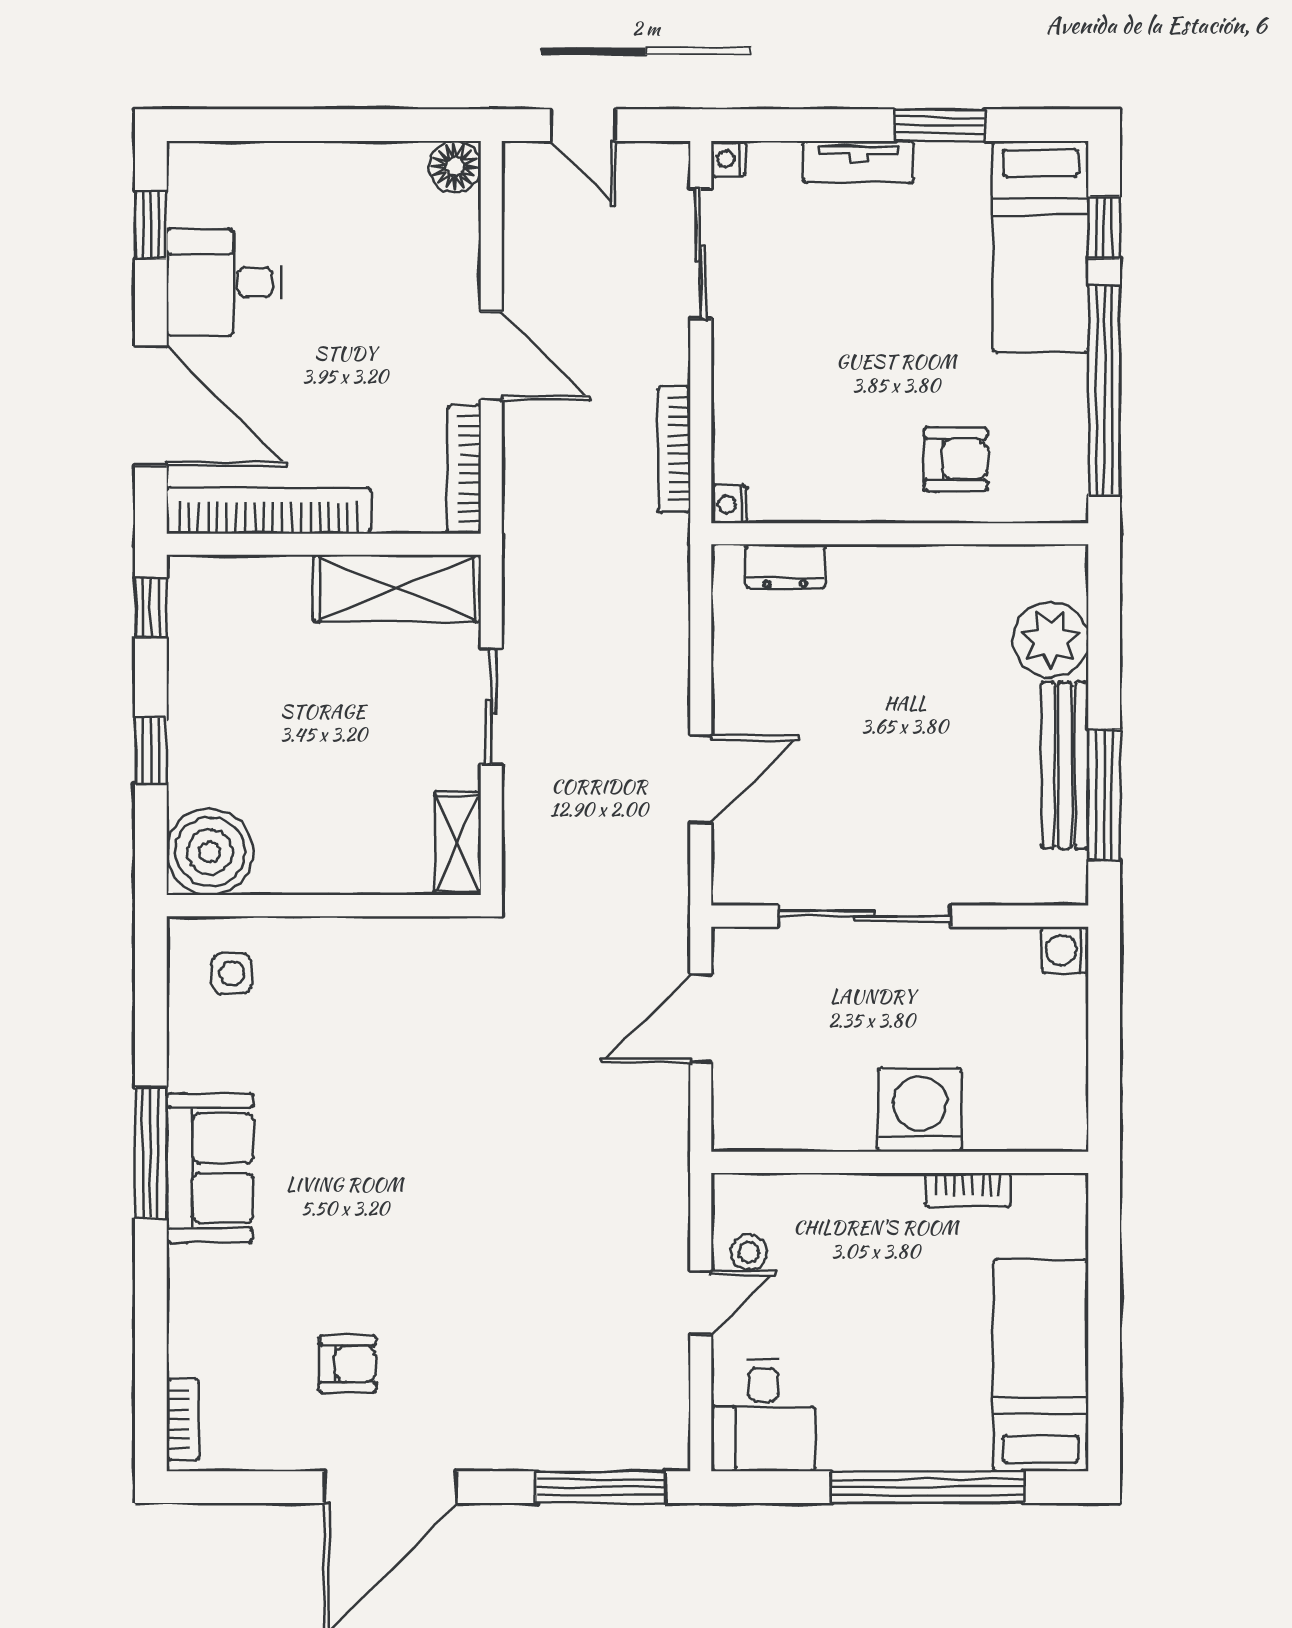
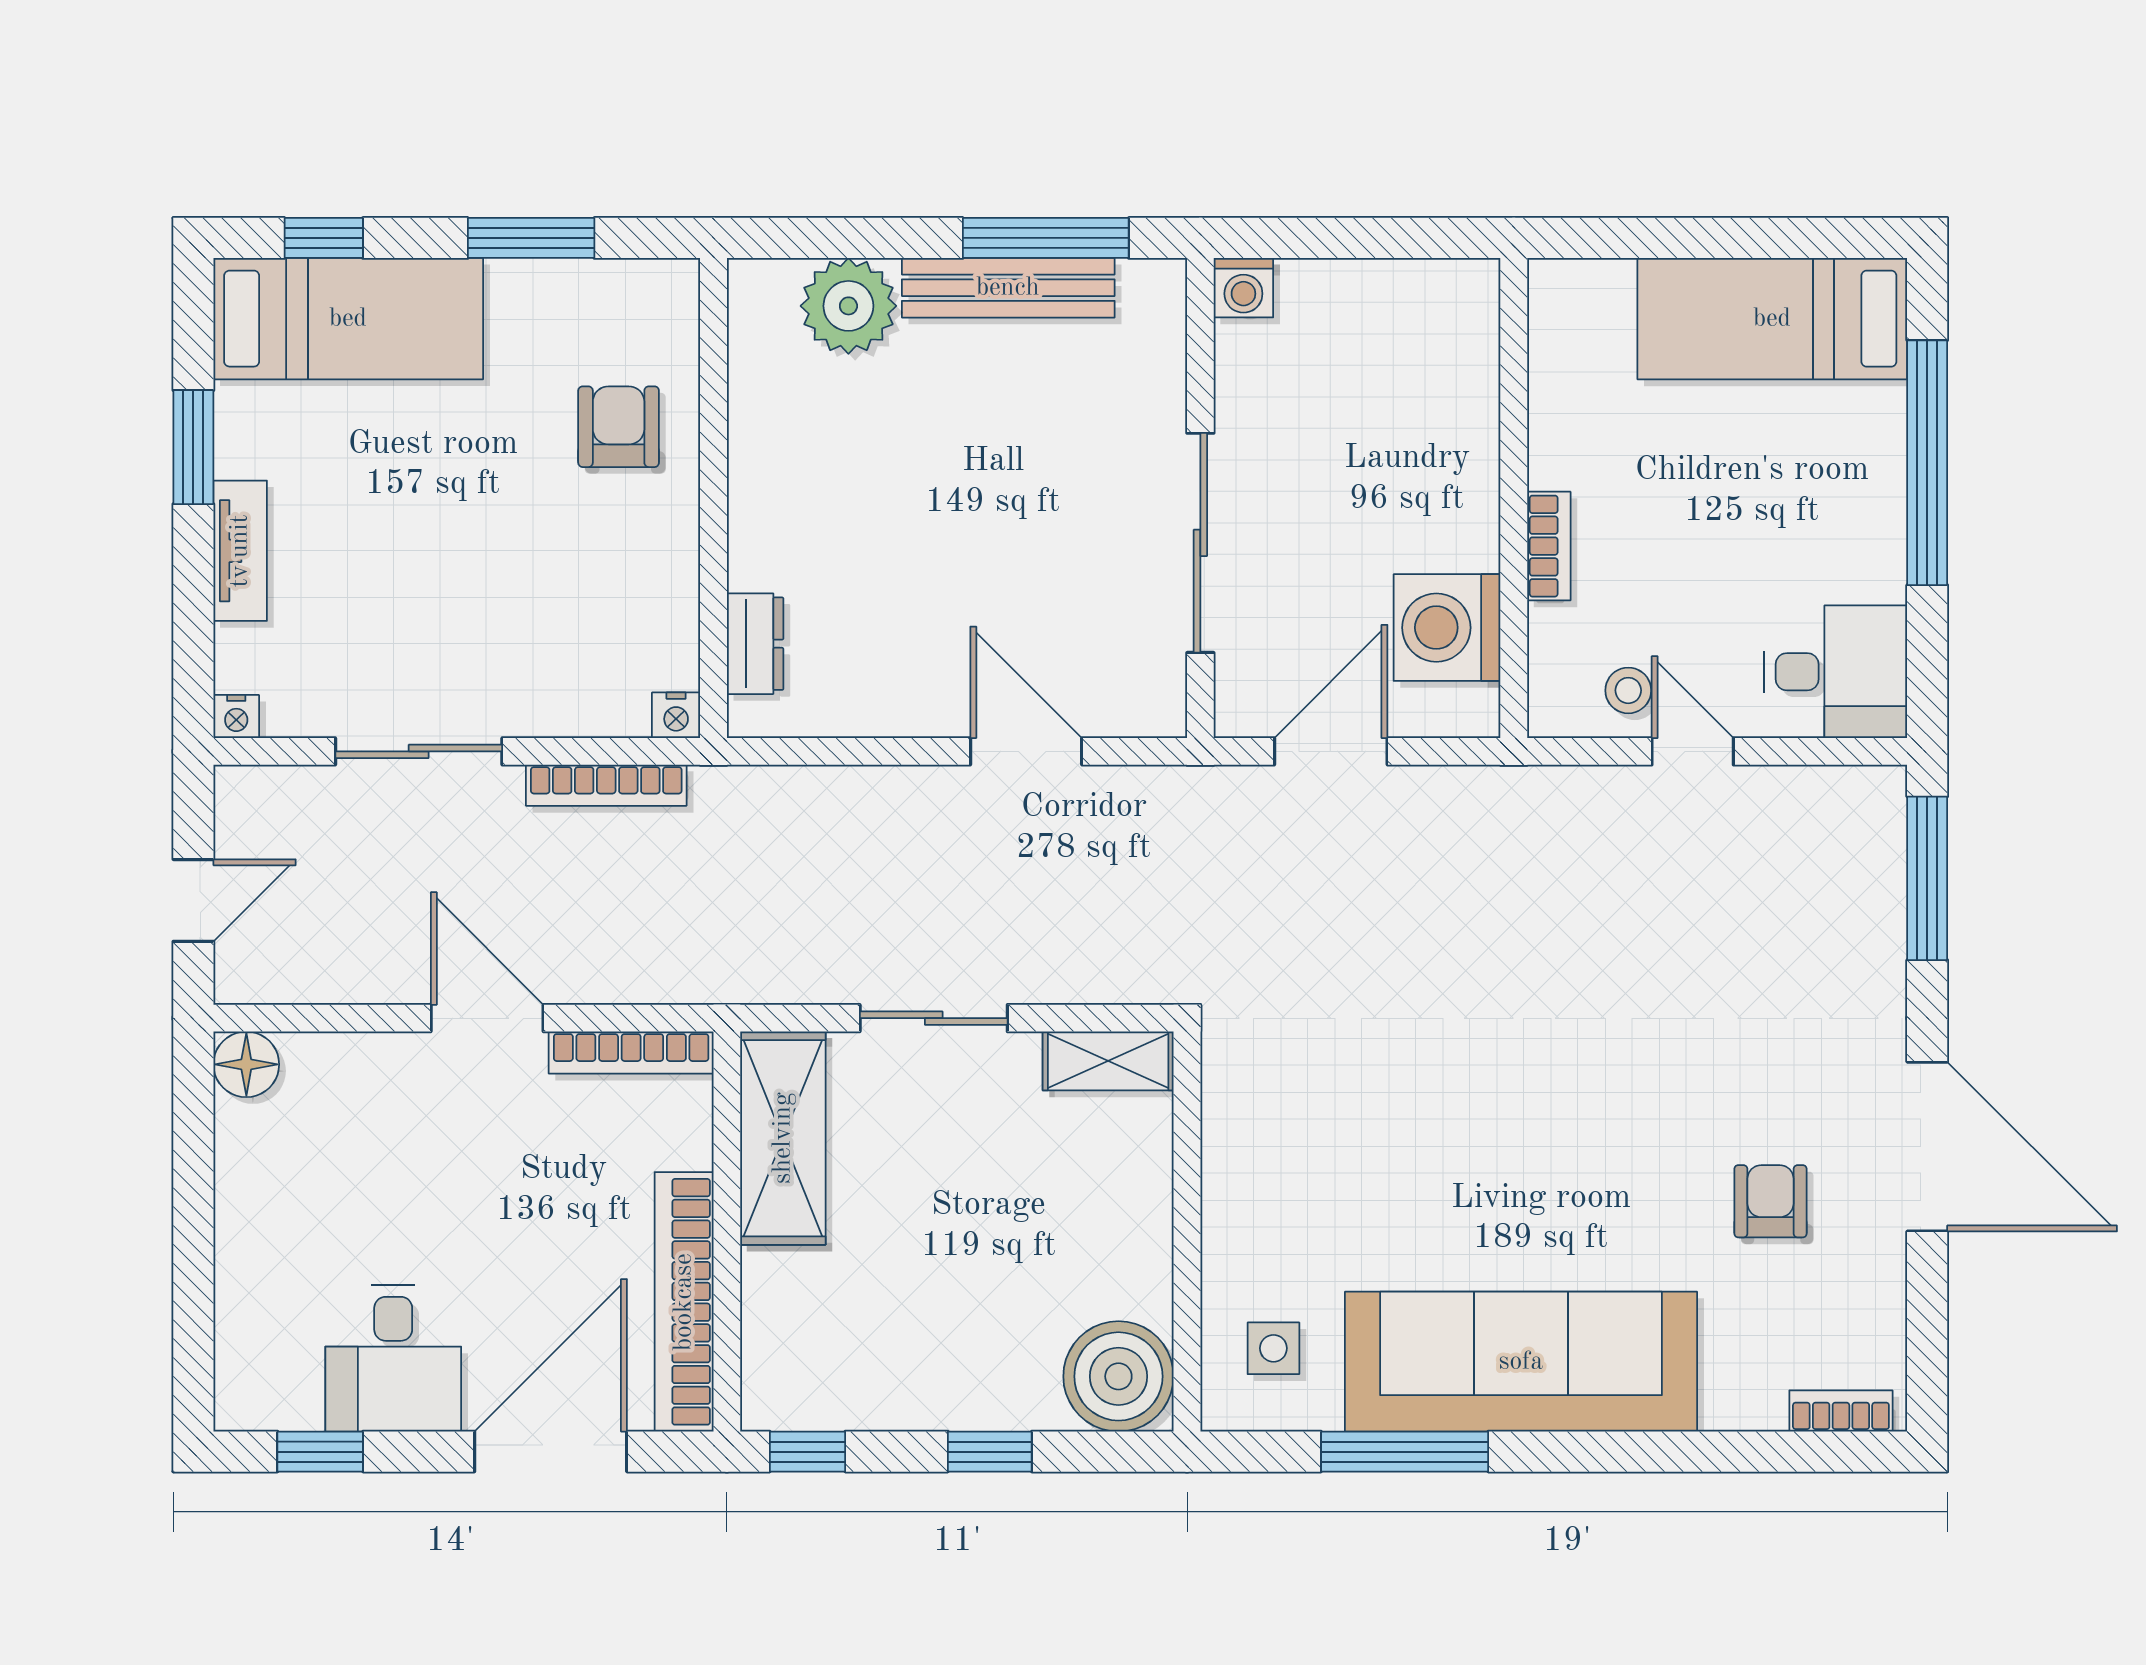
sliding door: (701, 253) -> (419, 751), moved
door: (491, 356) -> (487, 1018), hinge flipped
window: (1104, 390) -> (531, 238), width x0.47
door: (701, 1019) -> (1331, 751), swing flipped
washing machine: (920, 1110) -> (1447, 628), moved
window: (151, 1153) -> (1405, 1452), moved
sofa: (210, 1168) -> (1521, 1362), width x1.85, depth x1.27
bookcase: (968, 1190) -> (1549, 546), moved

